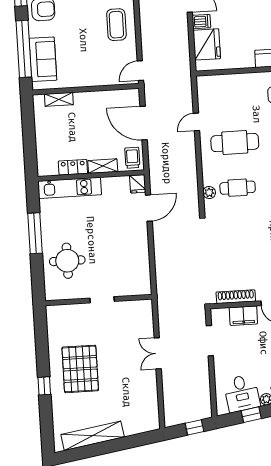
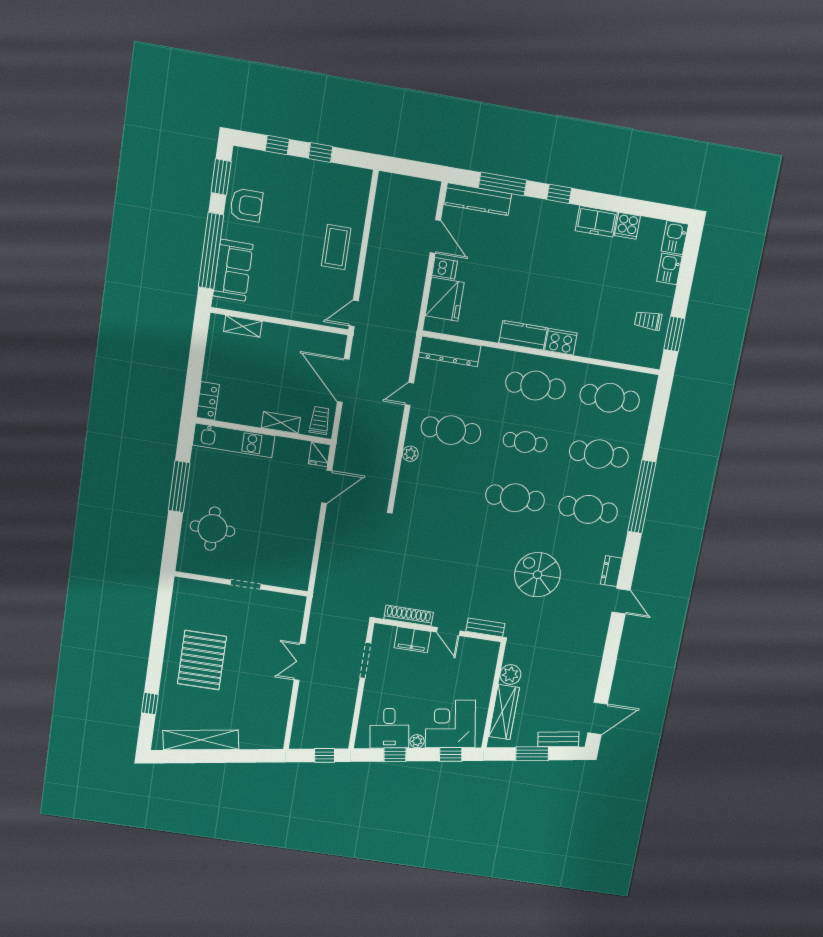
dresser: (220, 83) -> (450, 351), added
locker: (73, 167) -> (208, 401), moved, turned 90
cafe table: (238, 188) -> (441, 486), removed
plant: (209, 192) -> (410, 454), moved
window: (44, 386) -> (150, 704), moved

